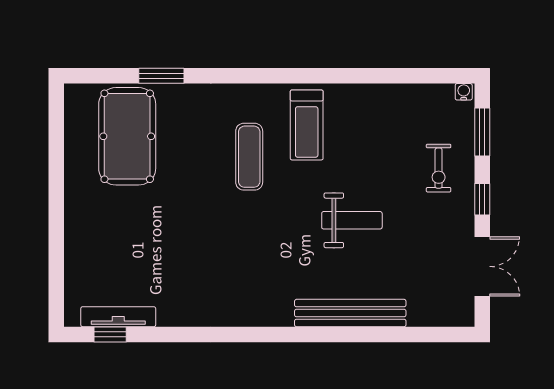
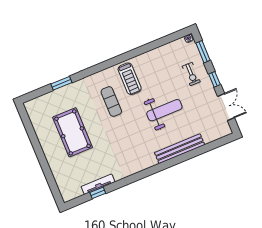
pool table: (127, 136) -> (73, 132), moved
weight bench: (352, 220) -> (164, 110), width x1.36, depth x1.33
tv unit: (118, 317) -> (98, 184), moved
window: (110, 334) -> (98, 193), moved

